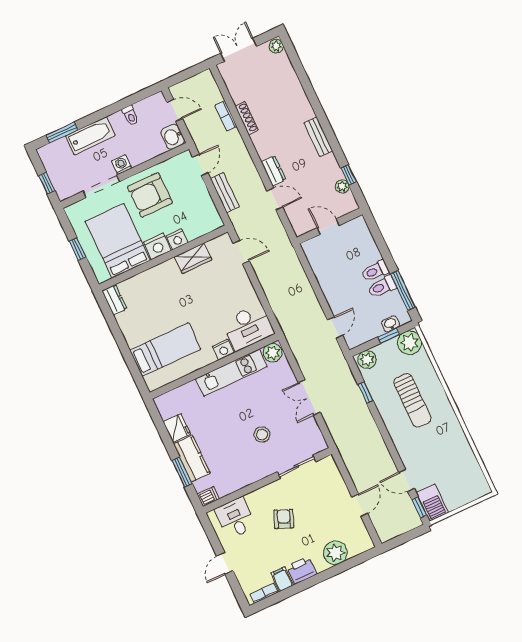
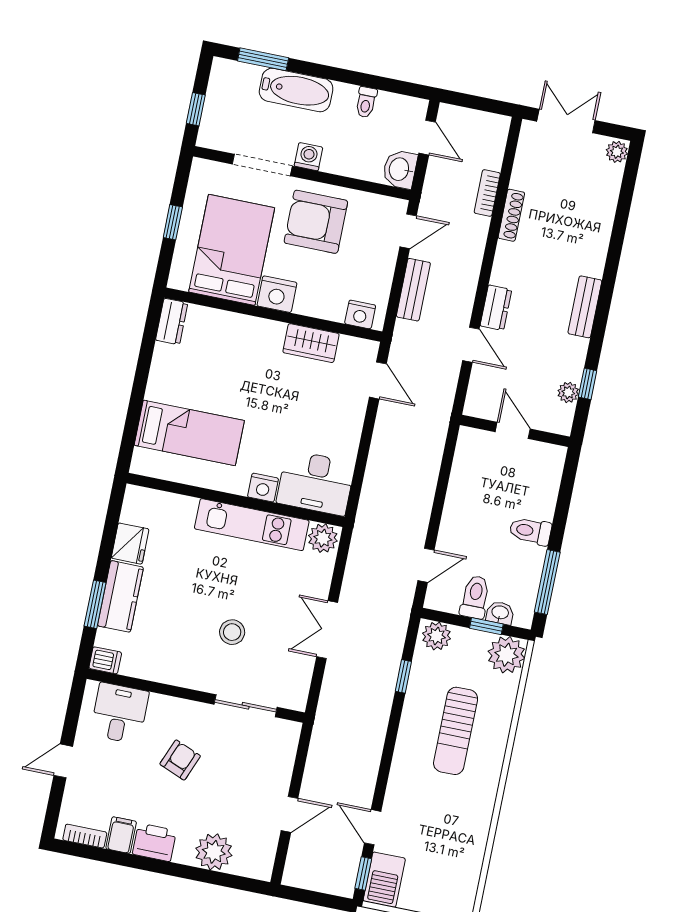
nightstand: (177, 239) -> (360, 314), moved
toilet: (382, 287) -> (475, 597), moved, turned 90

